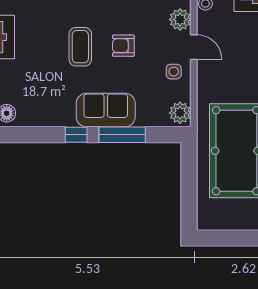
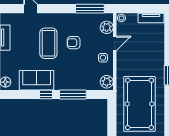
coffee table: (80, 47) -> (48, 43), width x1.36, depth x1.32
door: (194, 47) -> (115, 43), hinge flipped
sofa: (106, 110) -> (37, 80), moved

